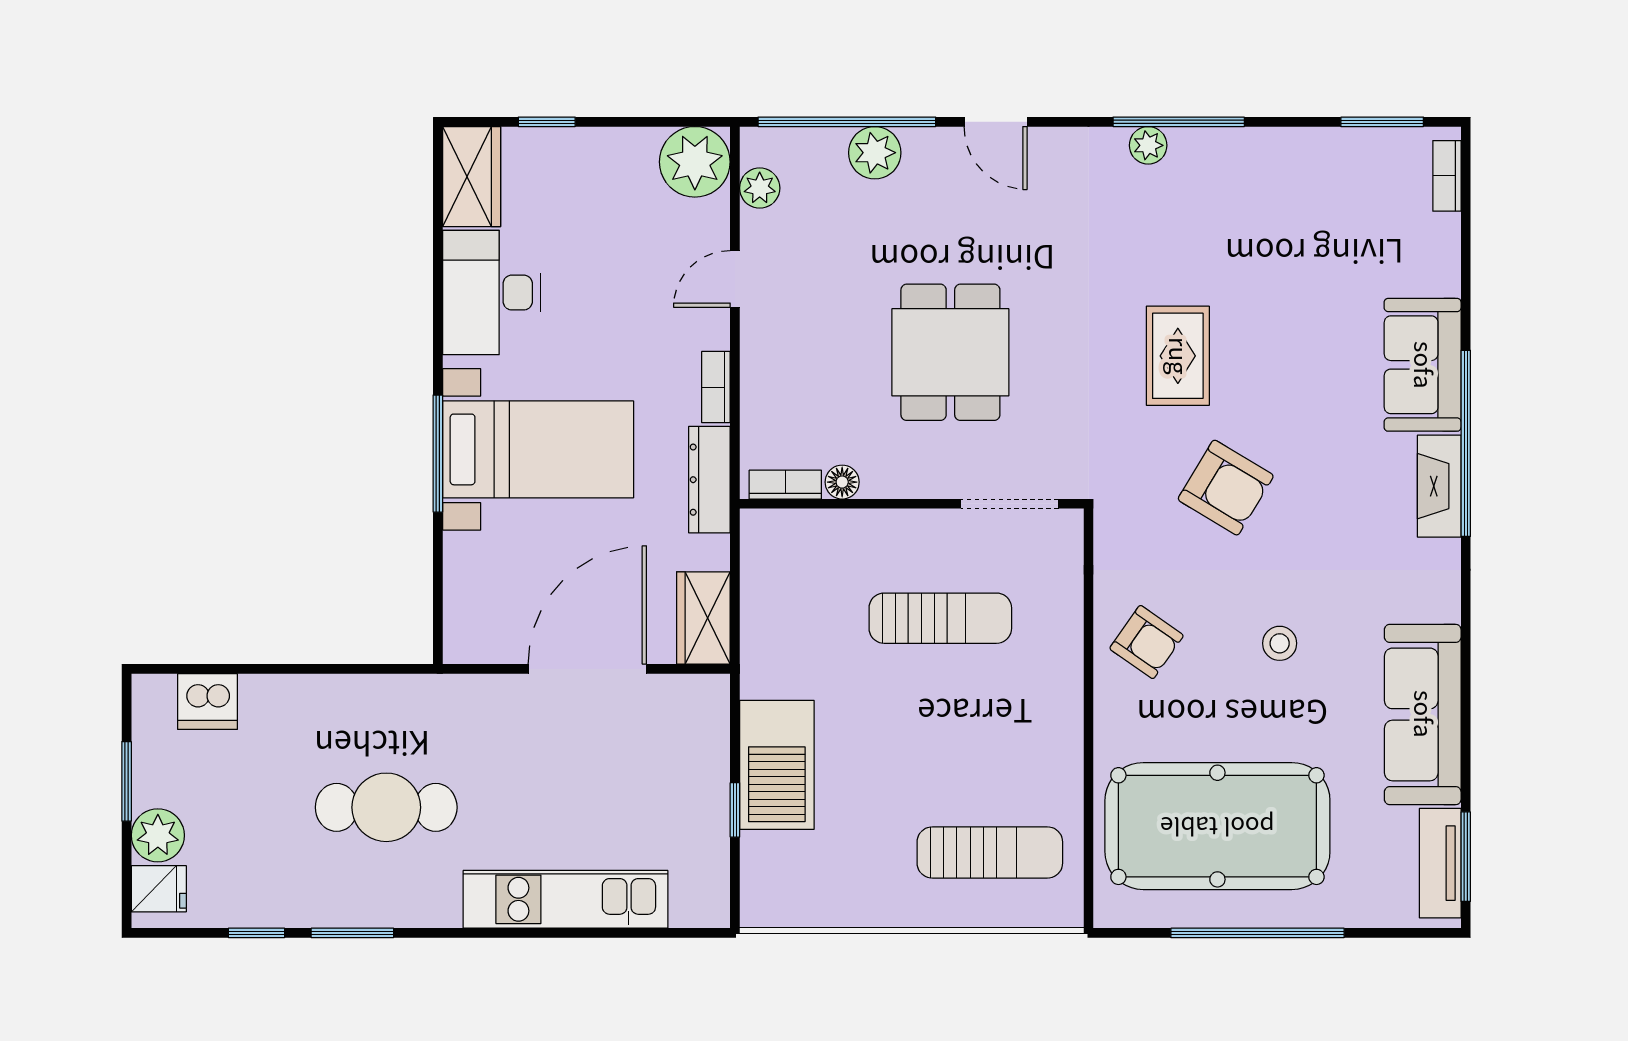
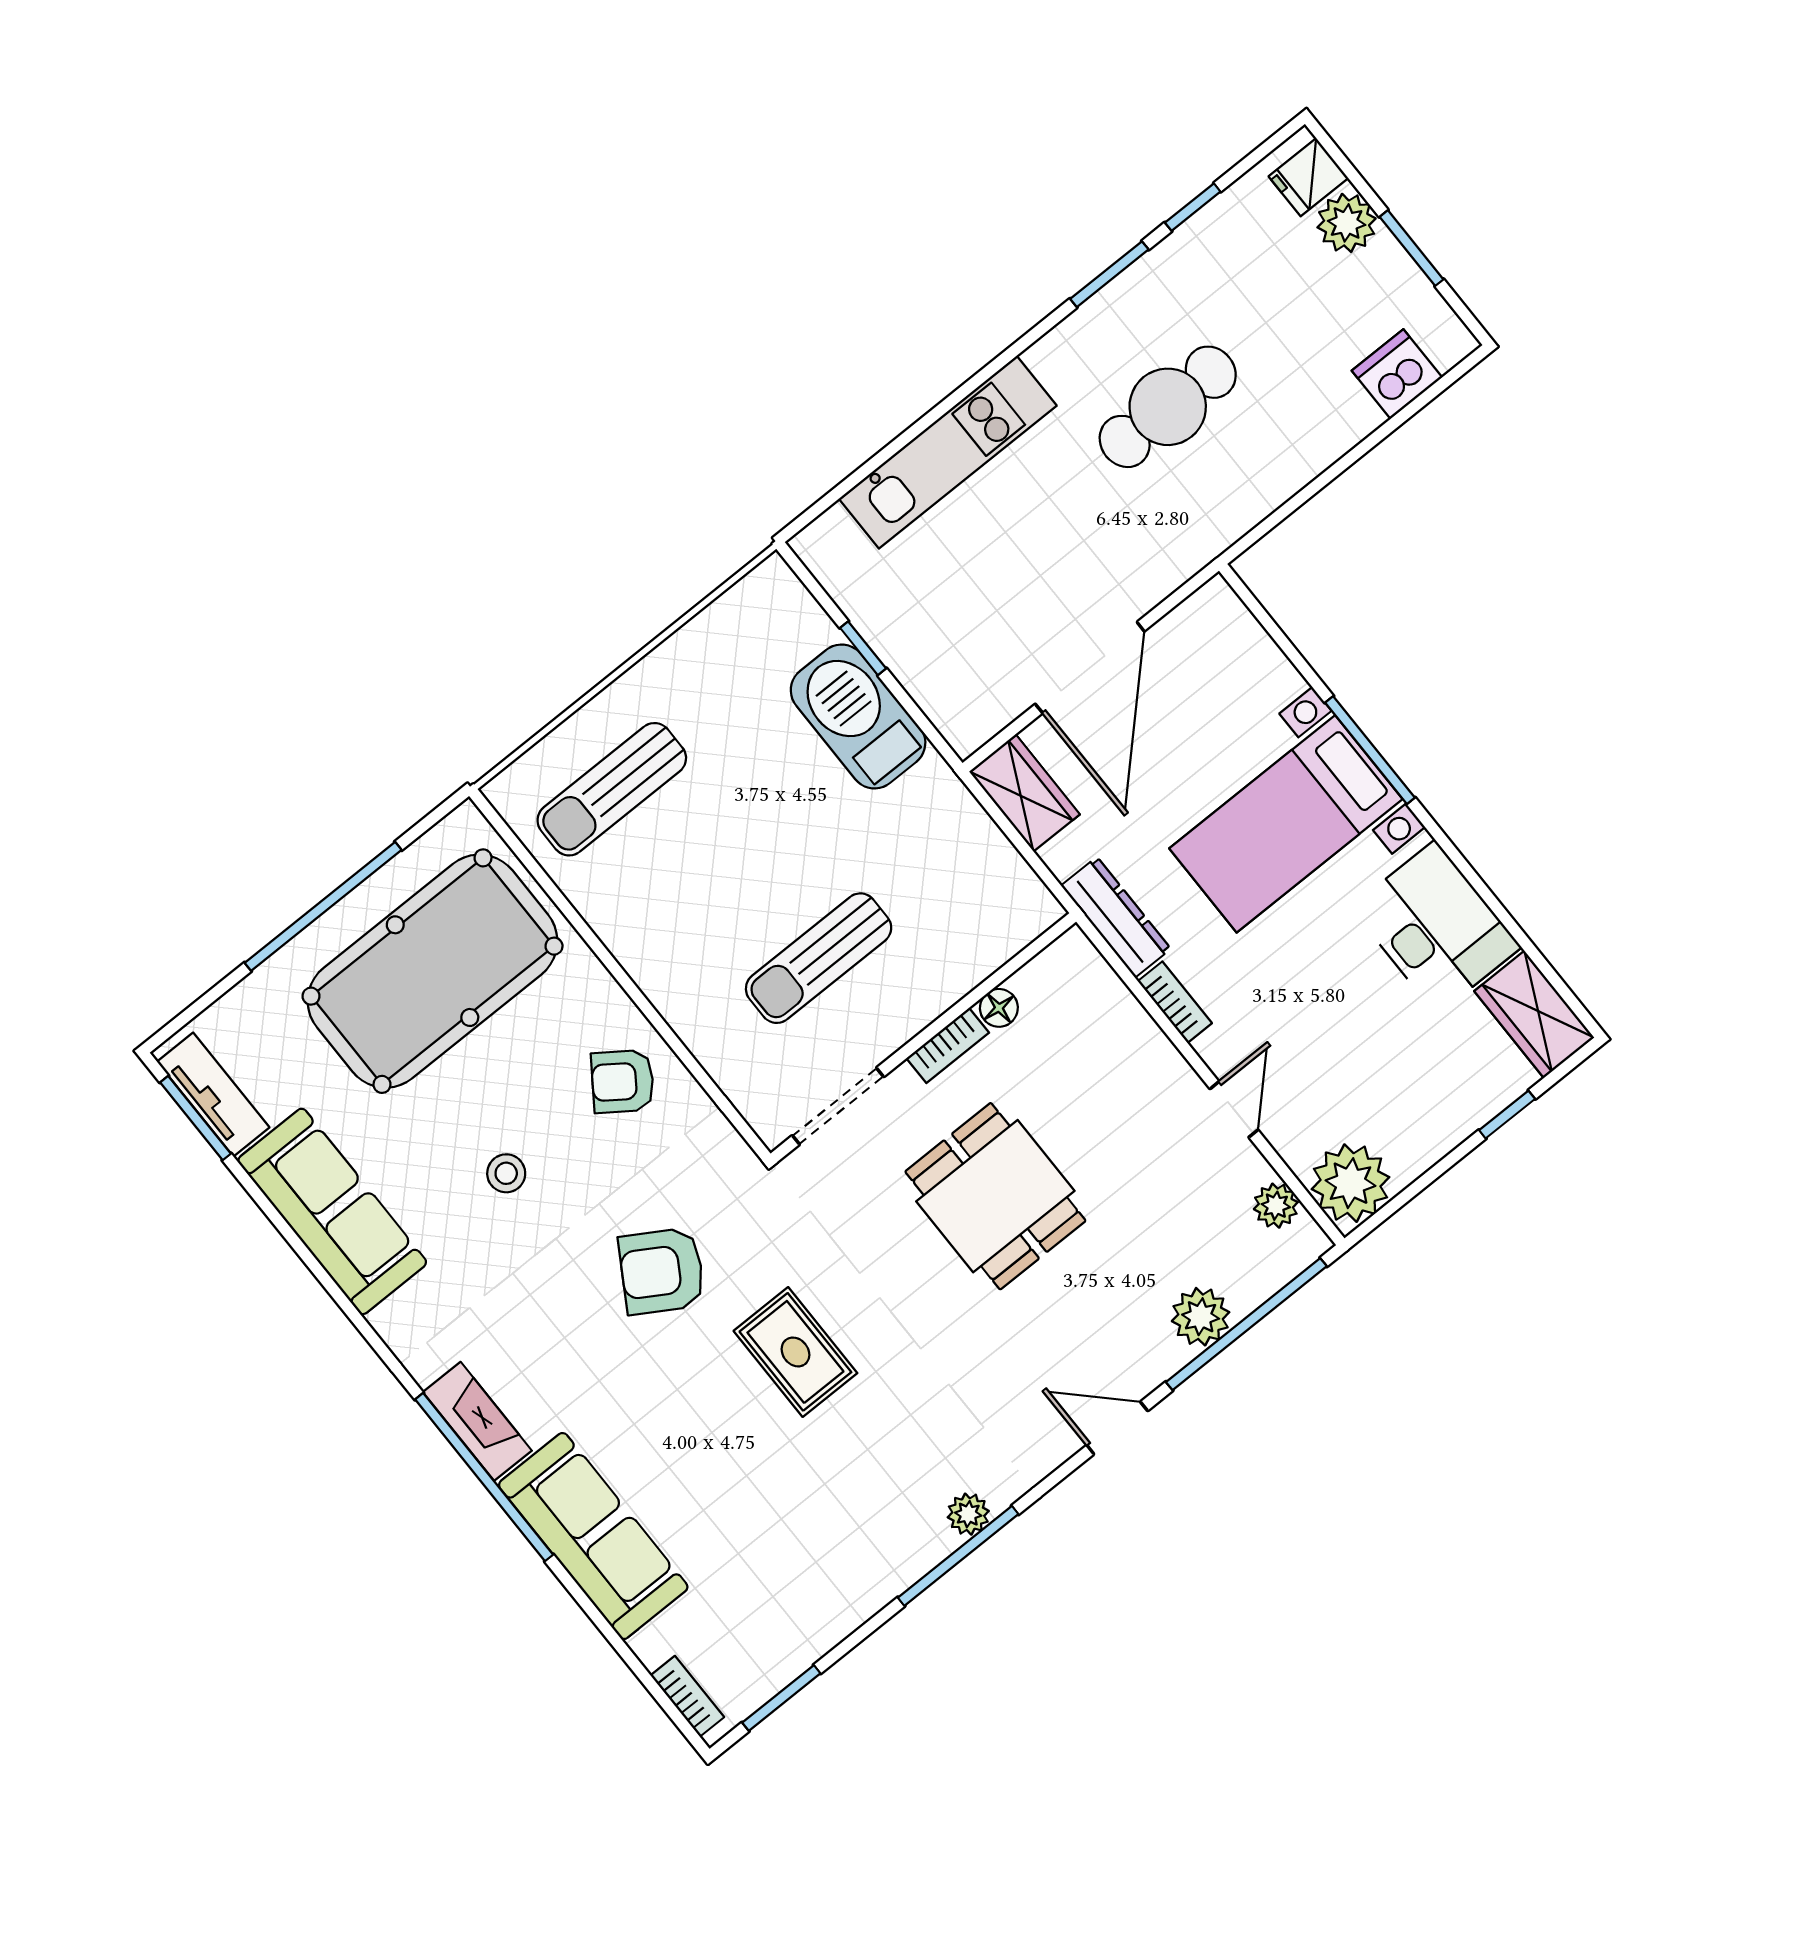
sofa: (1423, 365) -> (593, 1536), width x1.36
bookcase: (785, 485) -> (948, 1045), moved

